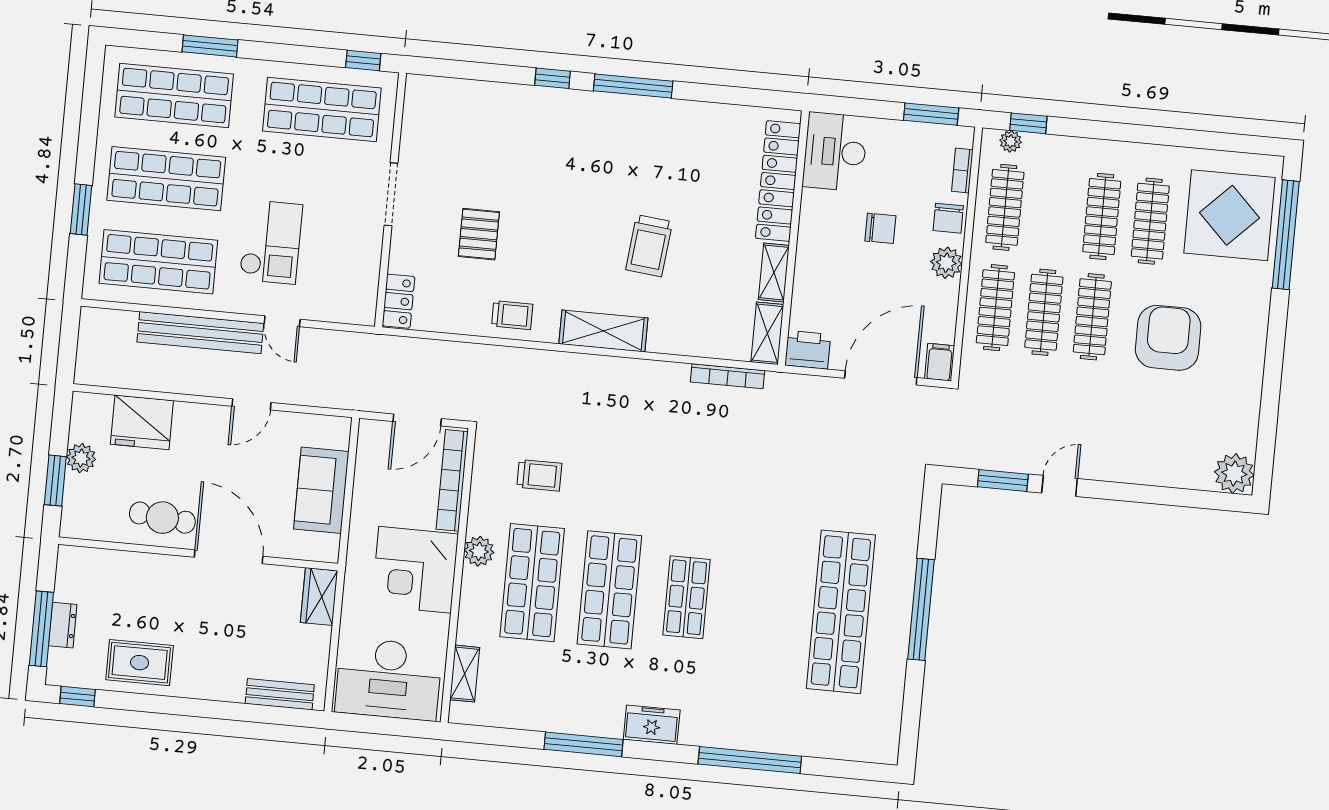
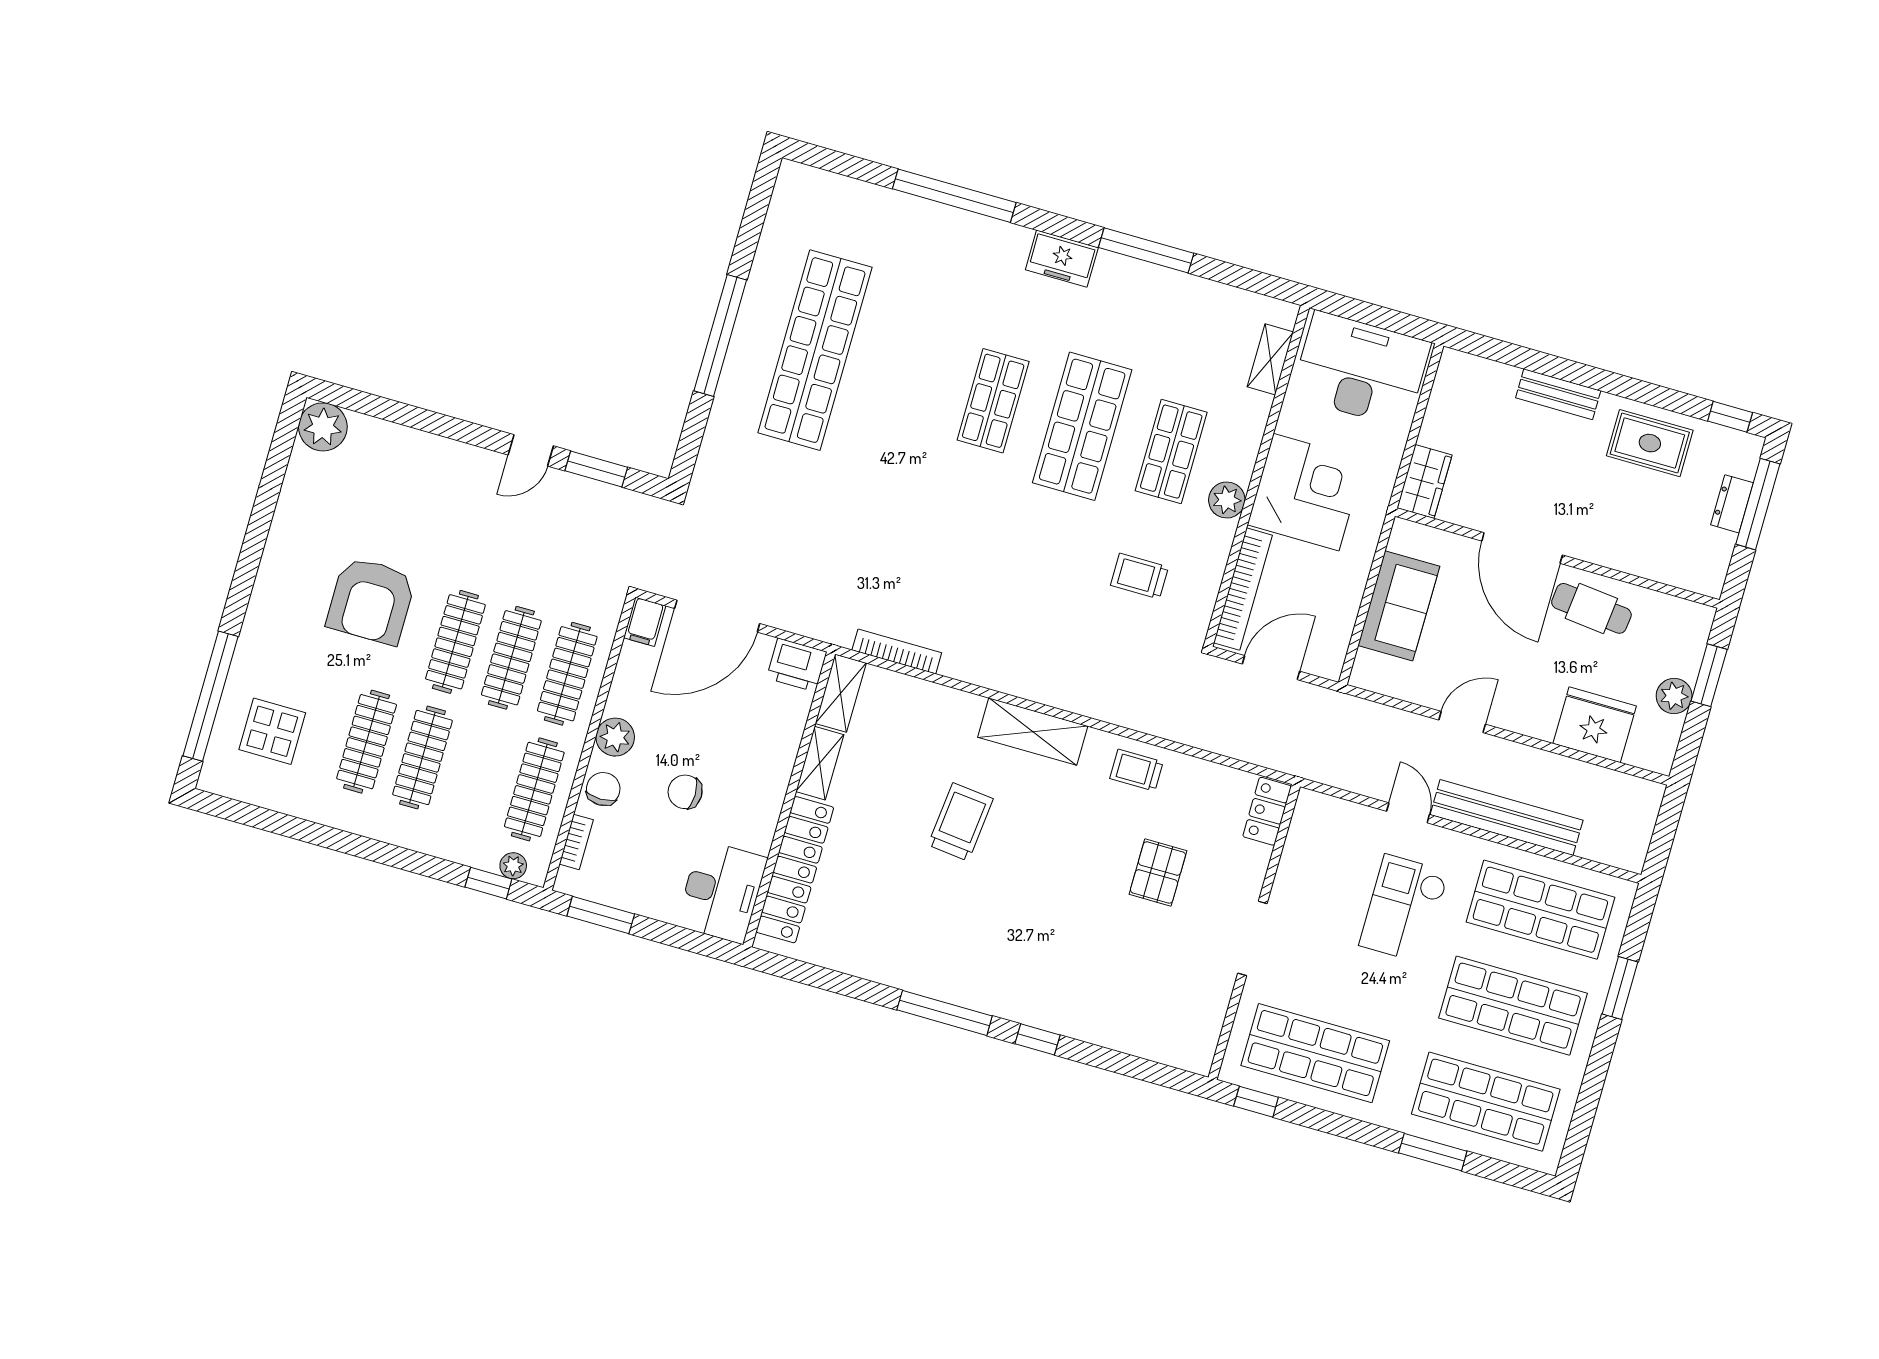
display table: (1229, 215) -> (272, 731), width x0.54, depth x0.54
shop shelf: (532, 583) -> (1171, 452), width x0.70, depth x0.74
bench: (280, 694) -> (1558, 394), moved

